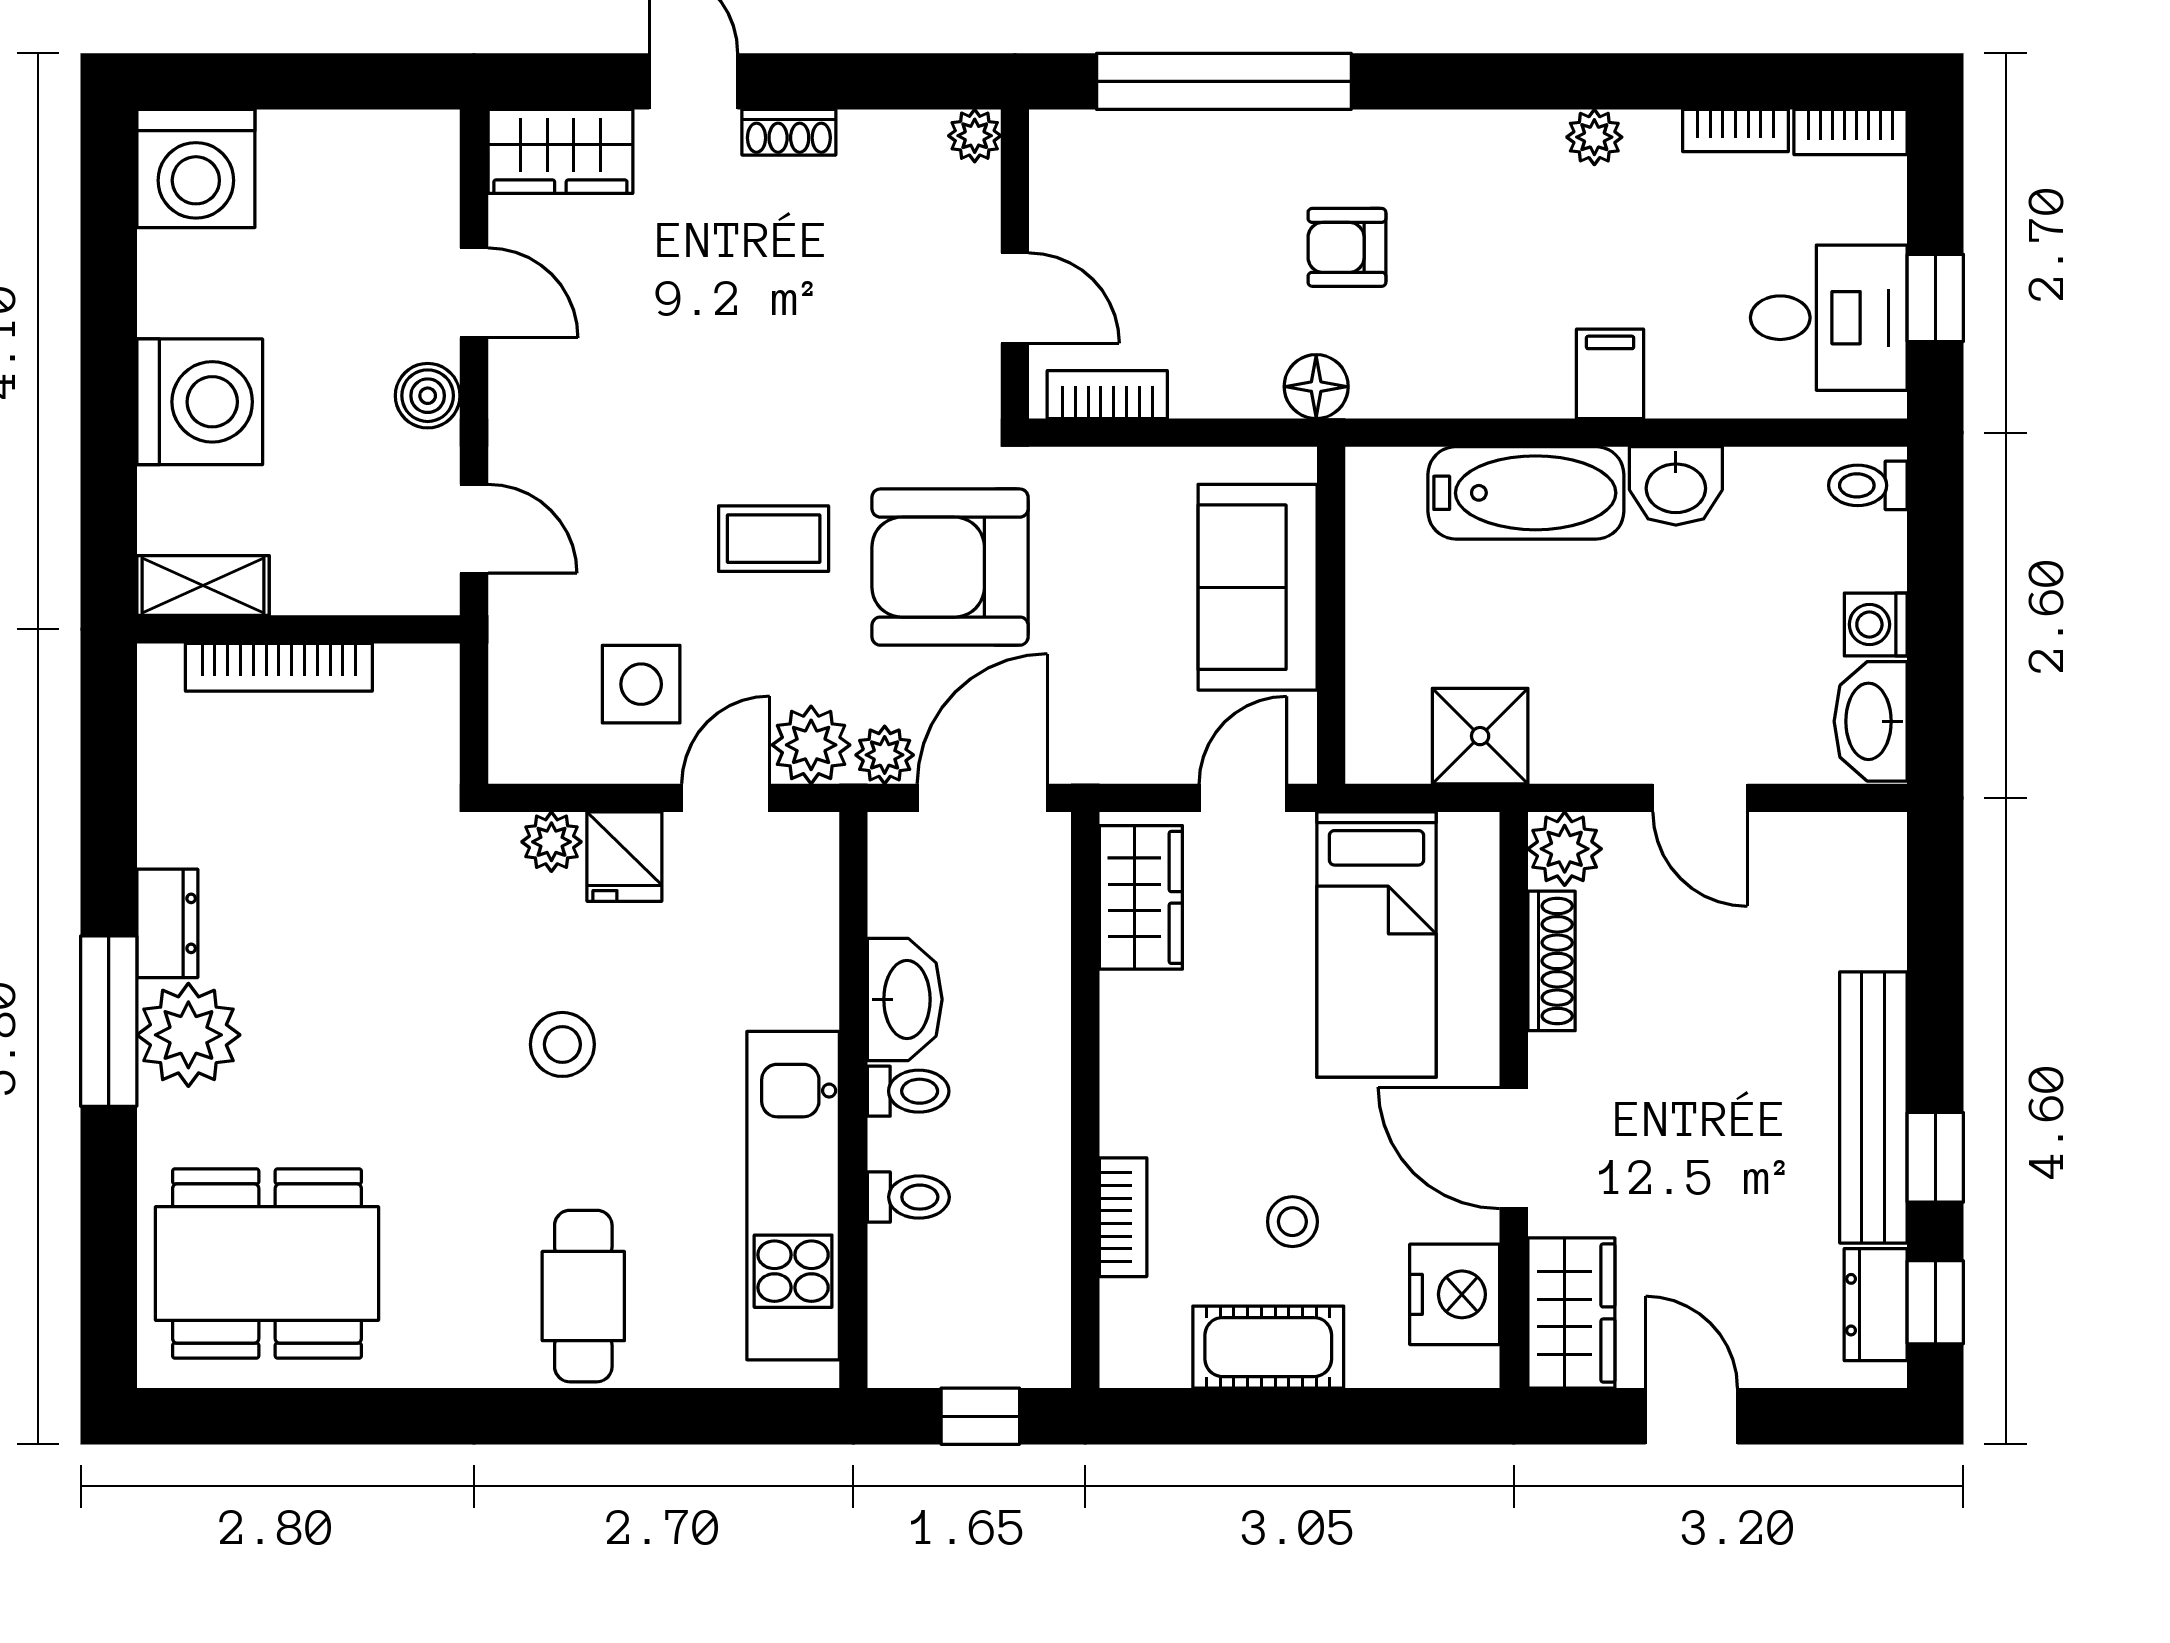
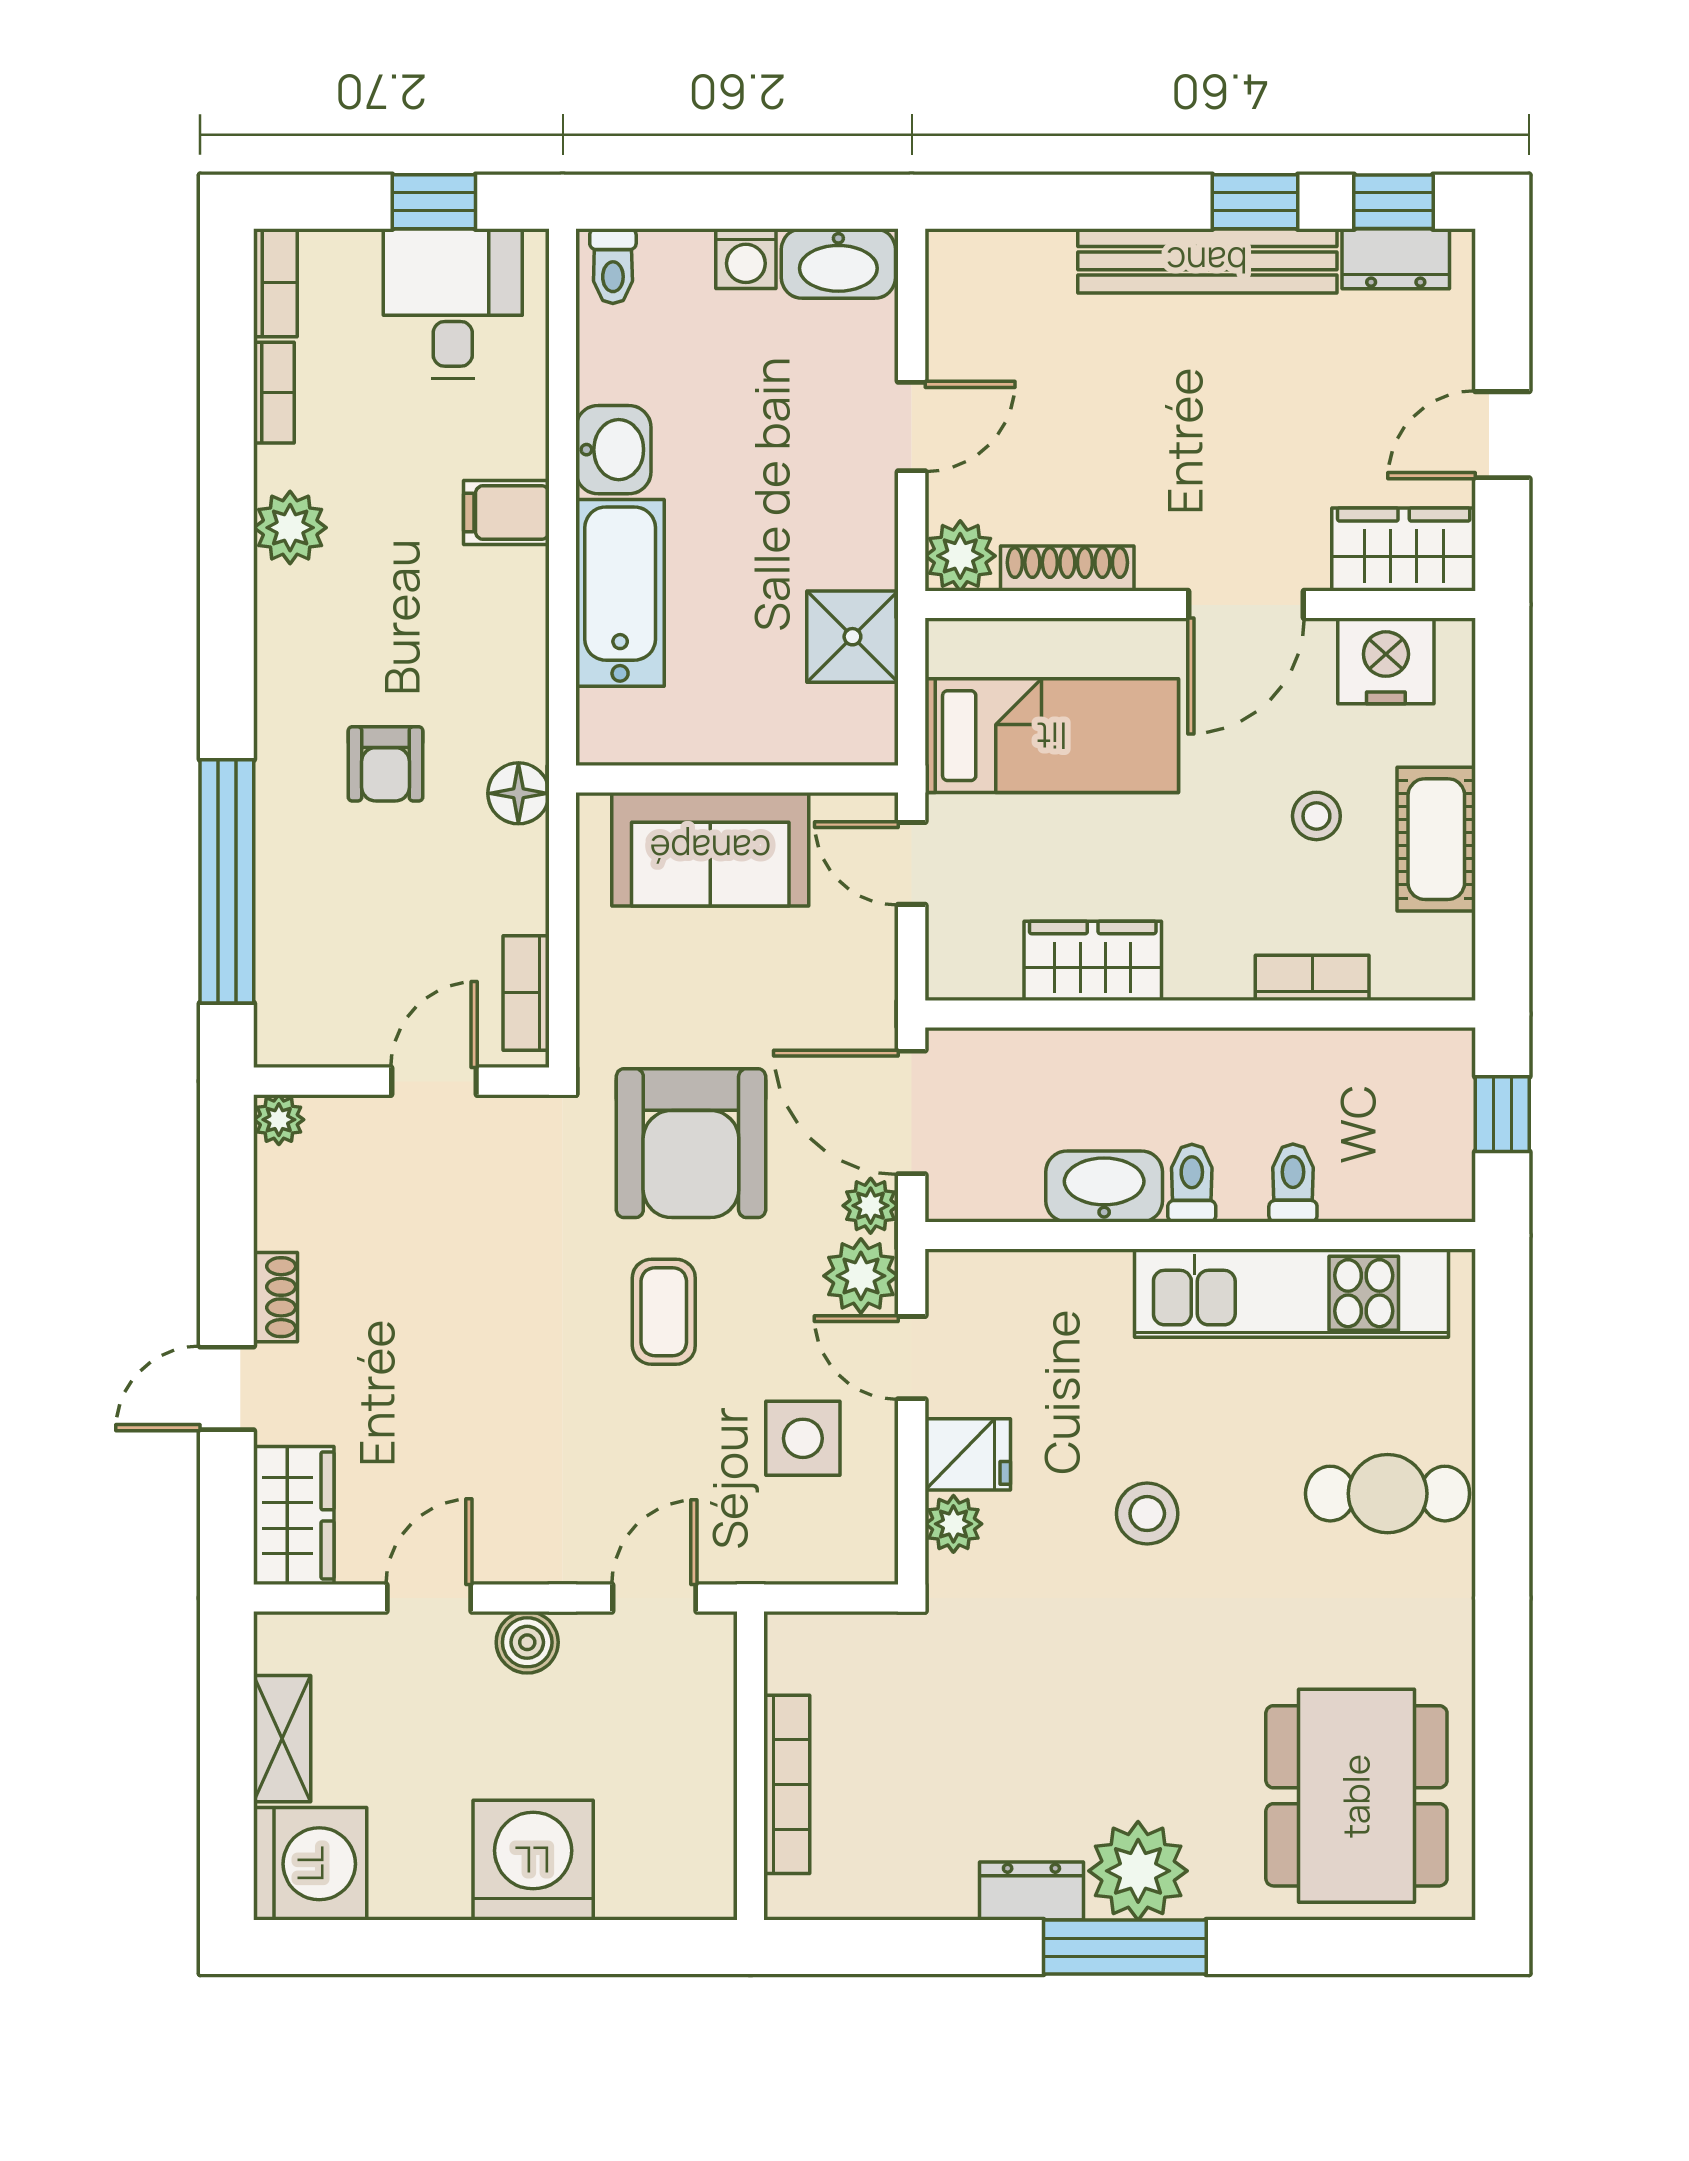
plant: (1594, 137) -> (290, 528), width x1.38, depth x1.38
shelving: (203, 585) -> (282, 1739), moved
wardrobe: (1141, 897) -> (1093, 961), moved

